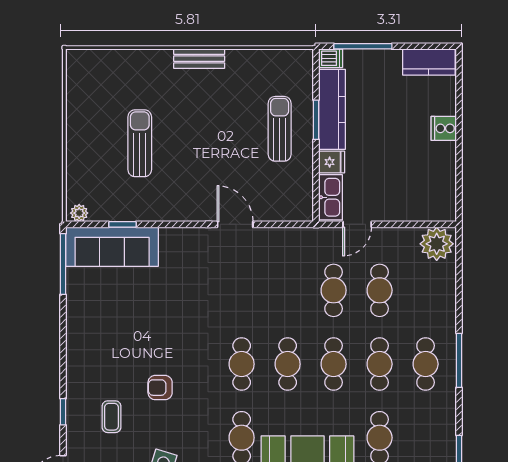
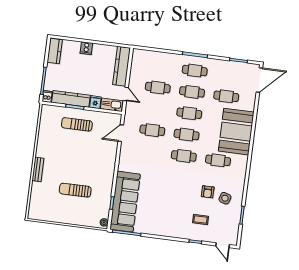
bench: (199, 59) -> (38, 169), moved
kitchen counter: (415, 208) -> (122, 66), added
door: (235, 224) -> (121, 133), moved
plant: (437, 244) -> (140, 58), removed
sofa: (112, 247) -> (125, 202), width x1.36, depth x1.27
cafe table: (334, 290) -> (152, 130), moved
armchair: (160, 388) -> (208, 192), moved

